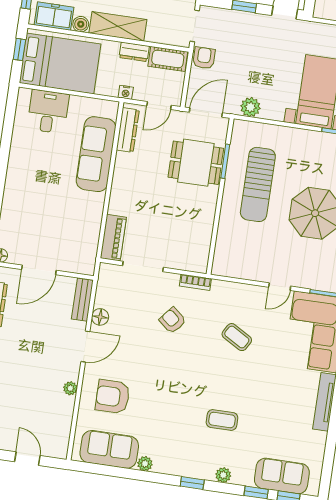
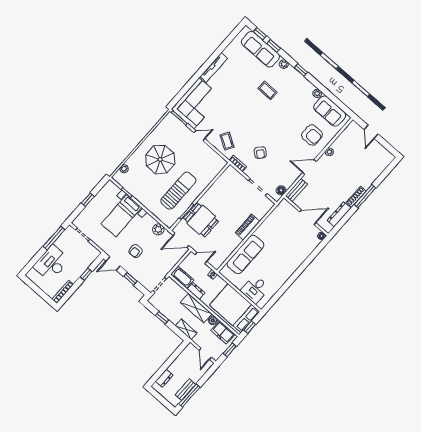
armchair: (204, 58) -> (136, 251), moved
dresser: (128, 130) -> (223, 256), removed
piano: (113, 238) -> (248, 227), moved
floor lamp: (100, 317) -> (281, 190), moved
coffee table: (237, 337) -> (227, 141), moved
sofa: (282, 476) -> (260, 49), width x1.36

